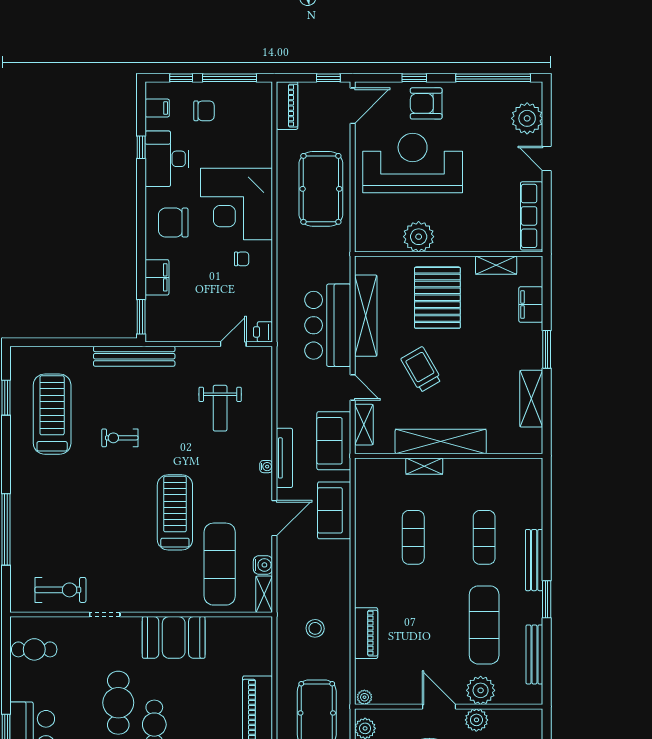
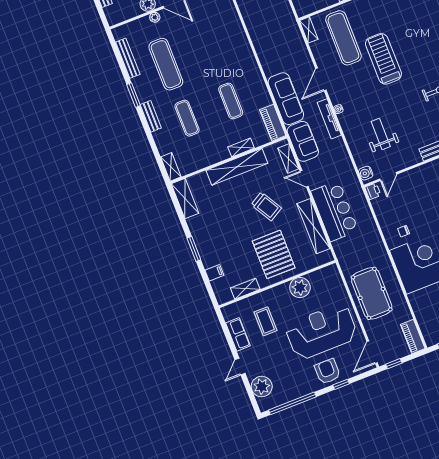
armchair: (426, 103) -> (327, 371), turned -90
door: (547, 159) -> (240, 367), swing flipped
reception desk: (413, 163) -> (321, 331), turned 180
coffee table: (486, 208) -> (265, 321), added
row of seats: (532, 216) -> (238, 334), width x0.68
filing cabinet: (531, 305) -> (214, 273), width x0.50
shelving: (531, 399) -> (185, 198), moved
shelving: (534, 478) -> (171, 167), added
sofa: (334, 510) -> (286, 99), width x1.36
treadmill: (175, 512) -> (383, 59), turned 180
bench: (534, 560) -> (151, 116), width x0.73
water cooler: (263, 565) -> (366, 173), moved
stool: (315, 628) -> (269, 21), removed
piano: (366, 633) -> (273, 123), moved
plant: (481, 690) -> (155, 17), width x0.53, depth x0.53

